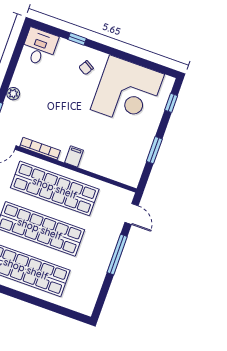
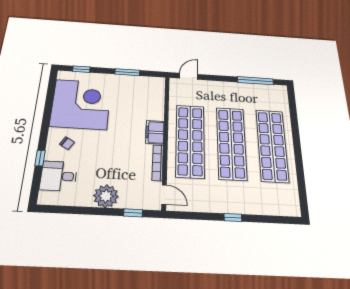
desk: (39, 47) -> (59, 176), moved
plant: (13, 94) -> (106, 196), width x1.87, depth x1.87
filing cabinet: (74, 156) -> (155, 132), width x2.00
window: (117, 255) -> (255, 81), moved

